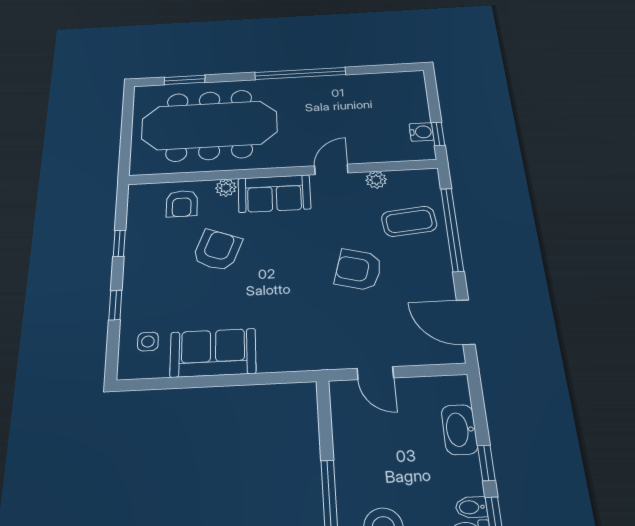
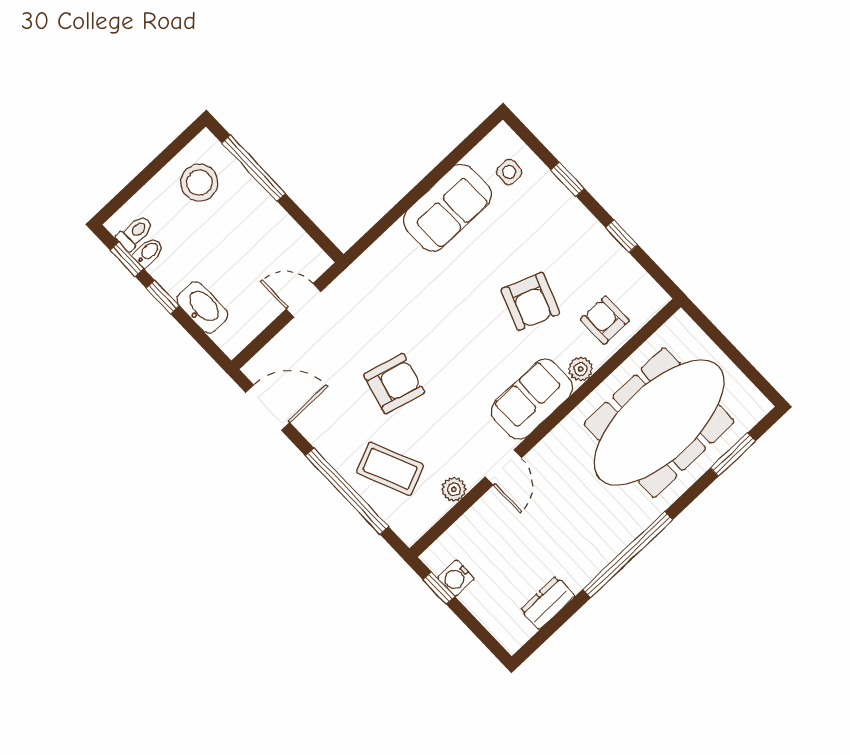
dresser: (374, 82) -> (548, 603), added
coffee table: (409, 221) -> (390, 469), turned 73

